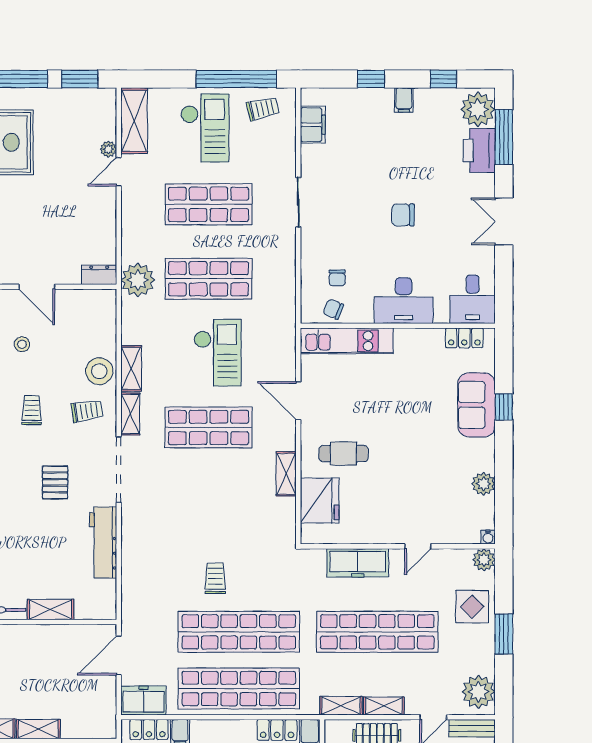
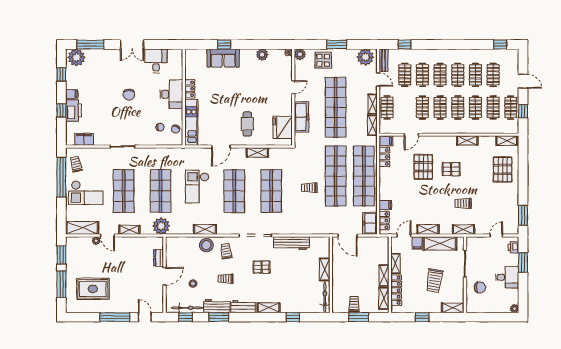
checkout: (205, 128) -> (86, 193), turned 180
printer: (479, 150) -> (74, 110), moved, turned -90
dresser: (99, 275) -> (159, 258), moved
desk: (473, 299) -> (156, 61), moved, turned -90
locker: (464, 338) -> (190, 89), moved
checkout: (218, 353) -> (197, 187), turned -90
shelving: (130, 414) -> (129, 230), moved
fridge: (320, 501) -> (283, 127), moved, turned -90
shop shelf: (209, 502) -> (271, 191), added
door: (418, 546) -> (293, 87), hinge flipped

